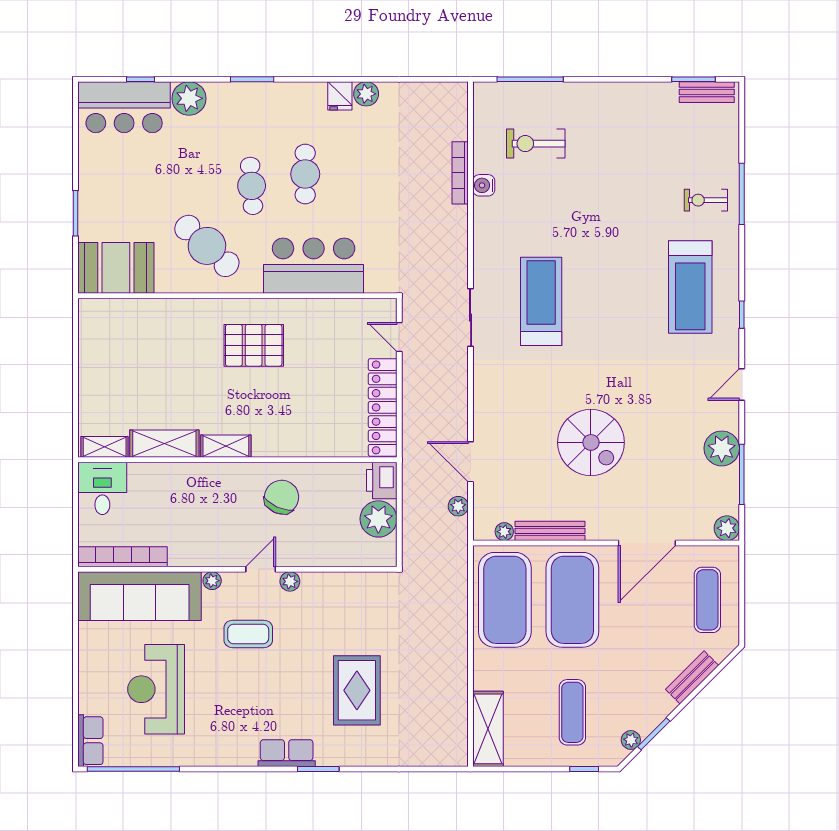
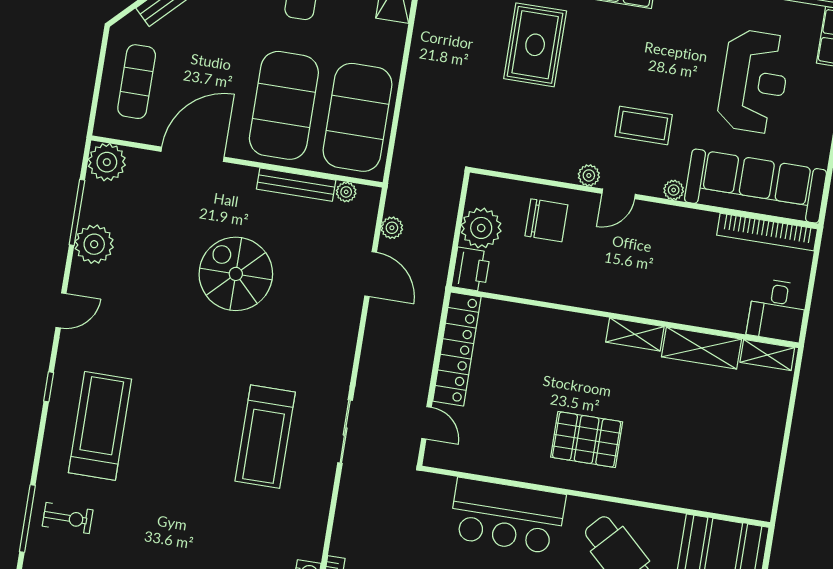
chair: (282, 497) -> (546, 220), moved, turned -114
plant: (727, 528) -> (107, 162), width x1.36, depth x1.36

